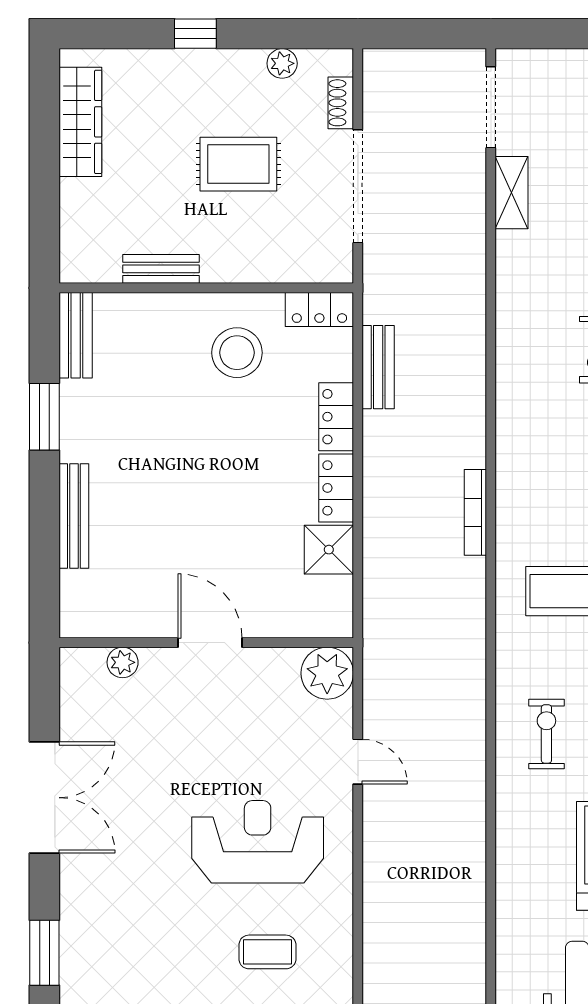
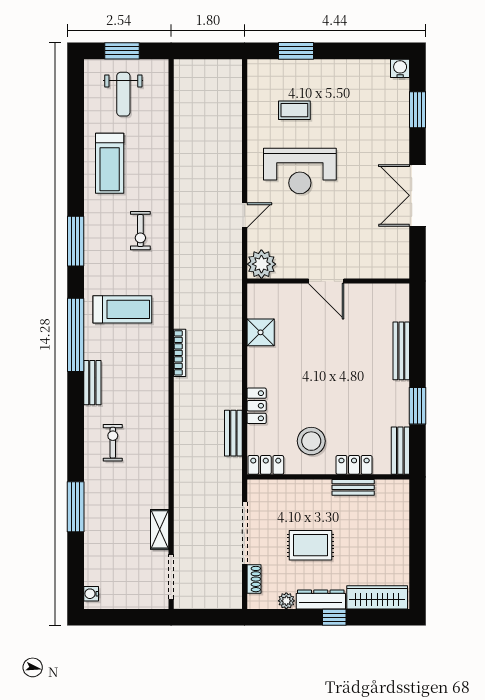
dresser: (220, 66) -> (321, 599), added
wardrobe: (80, 122) -> (377, 597), moved, turned 90
locker: (336, 488) -> (354, 465), moved, turned -90
plant: (123, 662) -> (374, 270), removed
door: (358, 762) -> (245, 215), swing flipped

